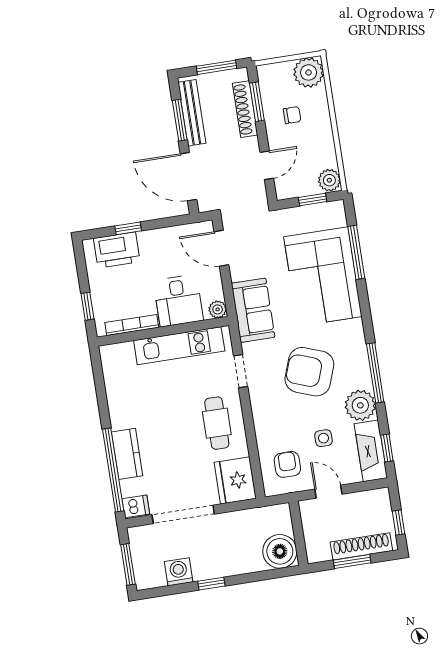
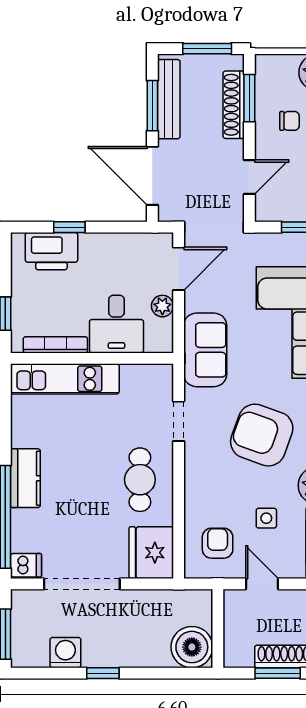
door: (221, 248) -> (179, 269), swing flipped
plant: (218, 309) -> (162, 306), moved
kitchen unit: (179, 346) -> (65, 379), moved
kitchen counter: (127, 454) -> (25, 478), moved

